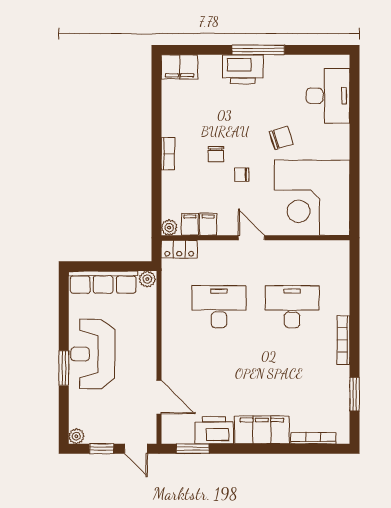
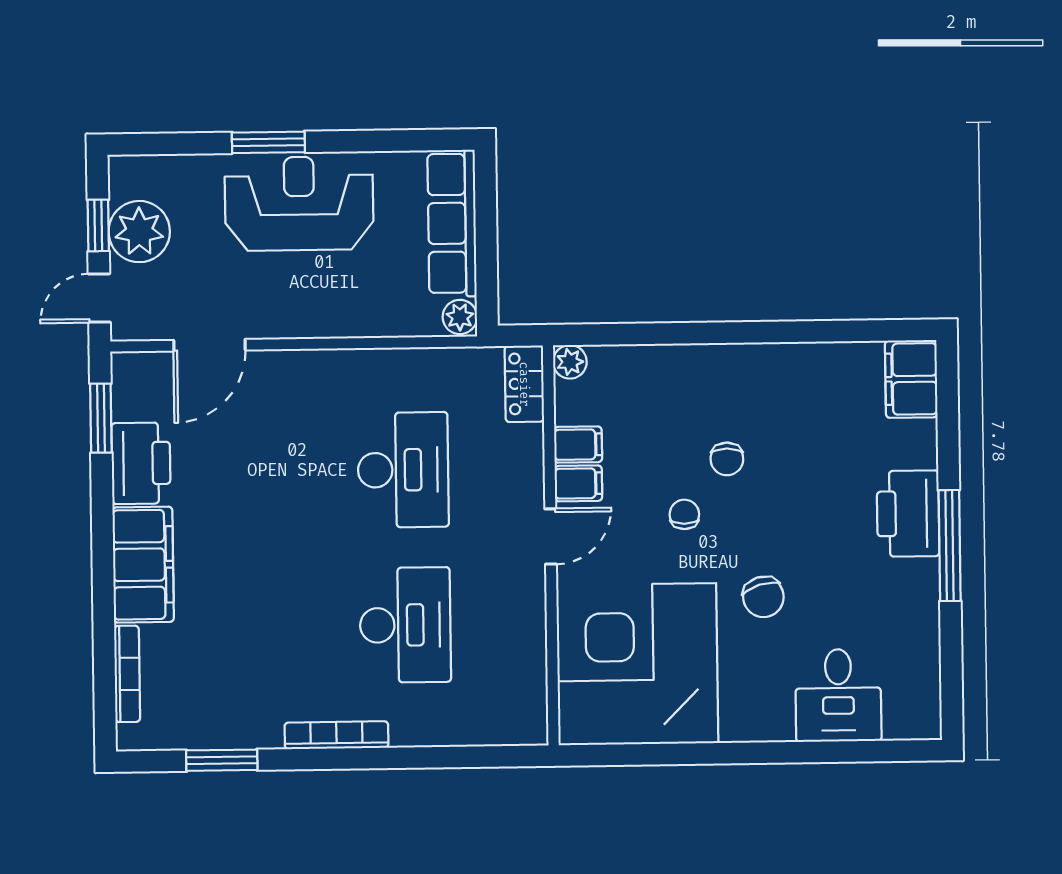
desk: (328, 96) -> (838, 695), width x0.73
bookcase: (168, 154) -> (727, 357), removed
chair: (216, 154) -> (727, 459), turned -90
filing cabinet: (190, 224) -> (578, 483), moved
plant: (76, 436) -> (139, 232), moved, width x1.88, depth x1.88

